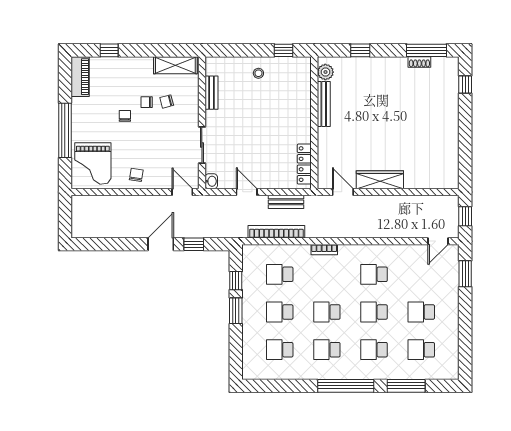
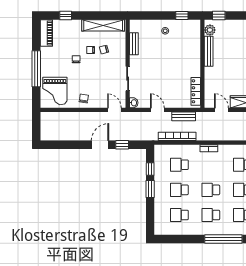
window: (360, 50) -> (219, 16), moved
shelving: (175, 65) -> (103, 25), width x1.47

